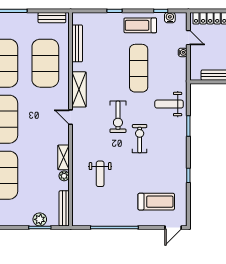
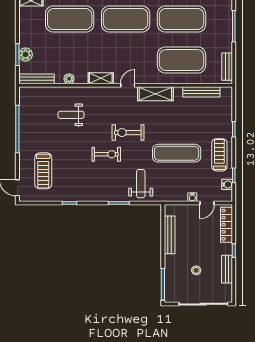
shelving: (63, 157) -> (101, 78), moved

